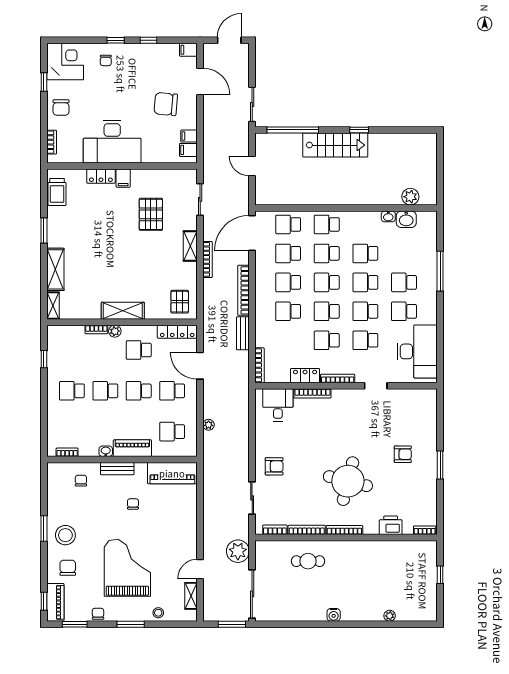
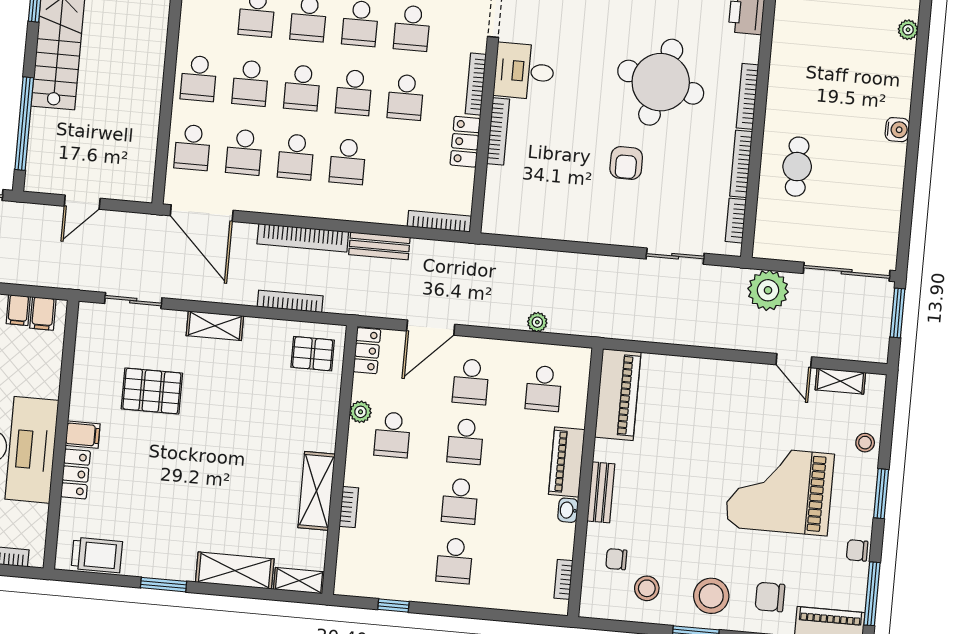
bookcase: (208, 259) -> (290, 301), moved
shelving: (123, 311) -> (317, 491), moved
plant: (115, 331) -> (361, 412), moved
locker: (177, 332) -> (367, 351), width x0.66
desk: (278, 405) -> (524, 71), moved
armchair: (274, 466) -> (626, 163), moved, turned 180
stool: (66, 499) -> (647, 588), added
chair: (133, 504) -> (666, 470), removed
window: (75, 624) -> (872, 594), width x1.44

